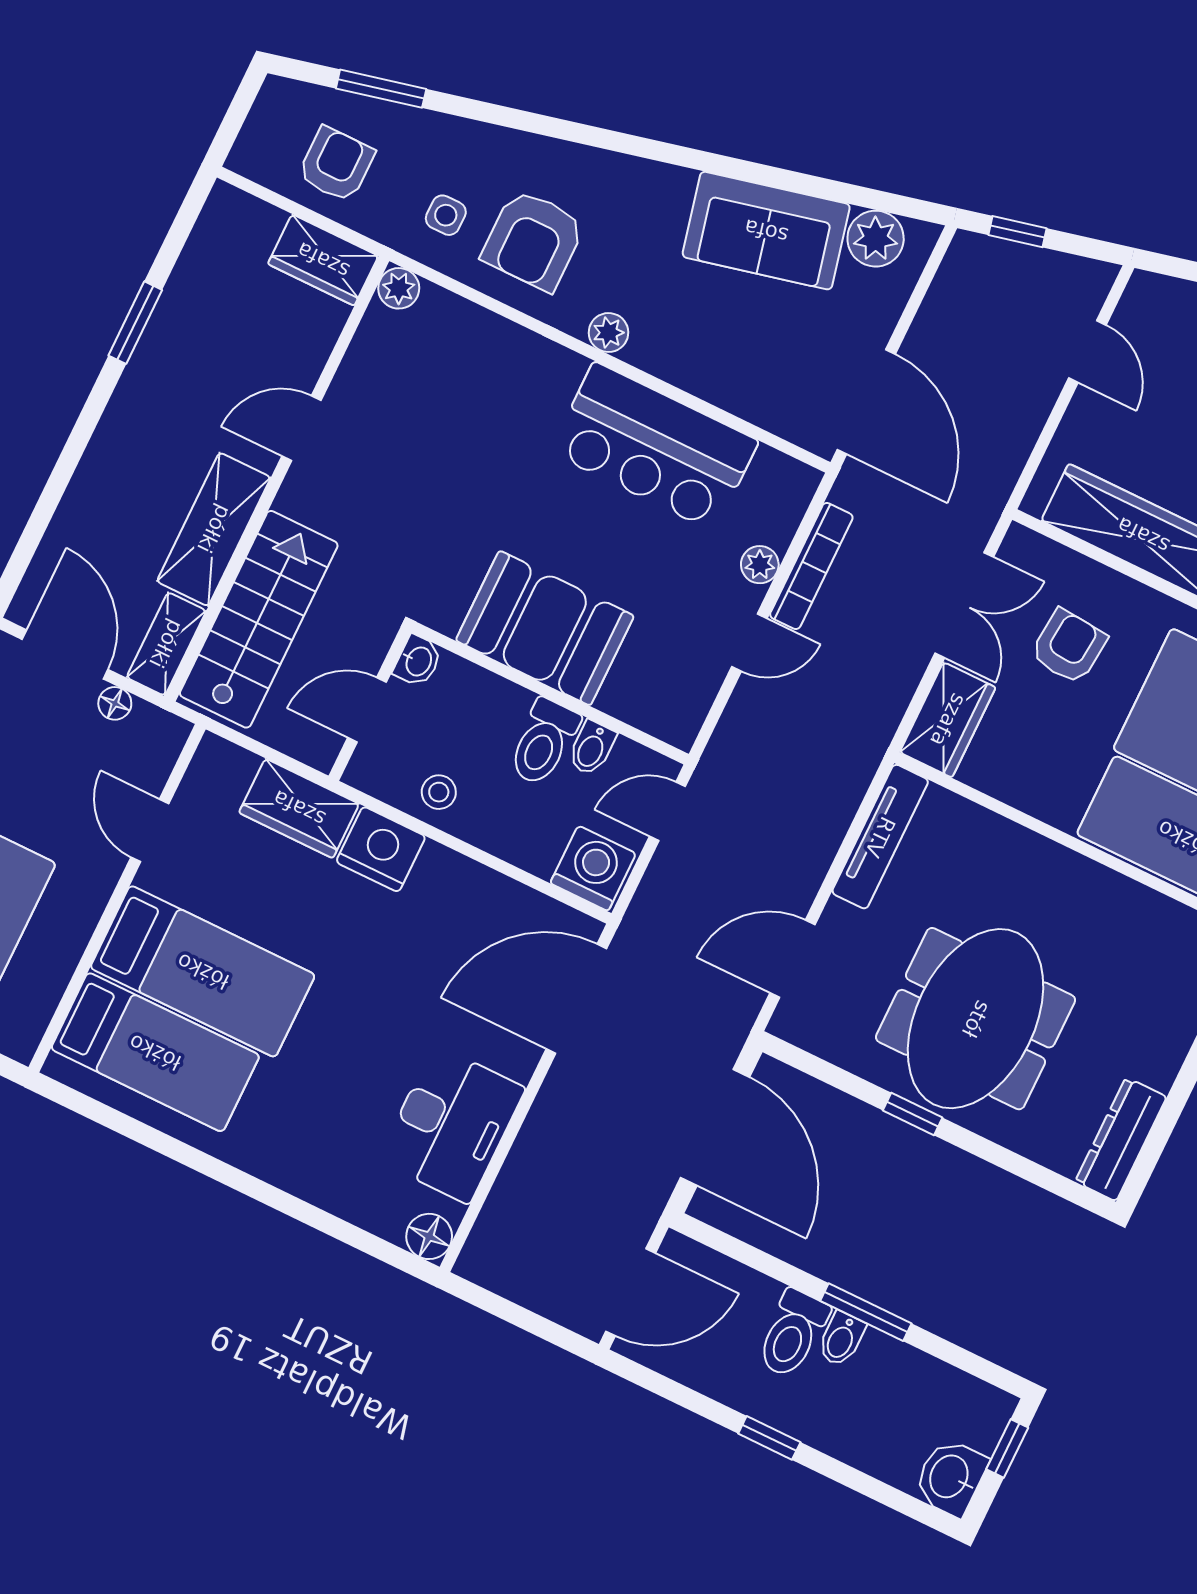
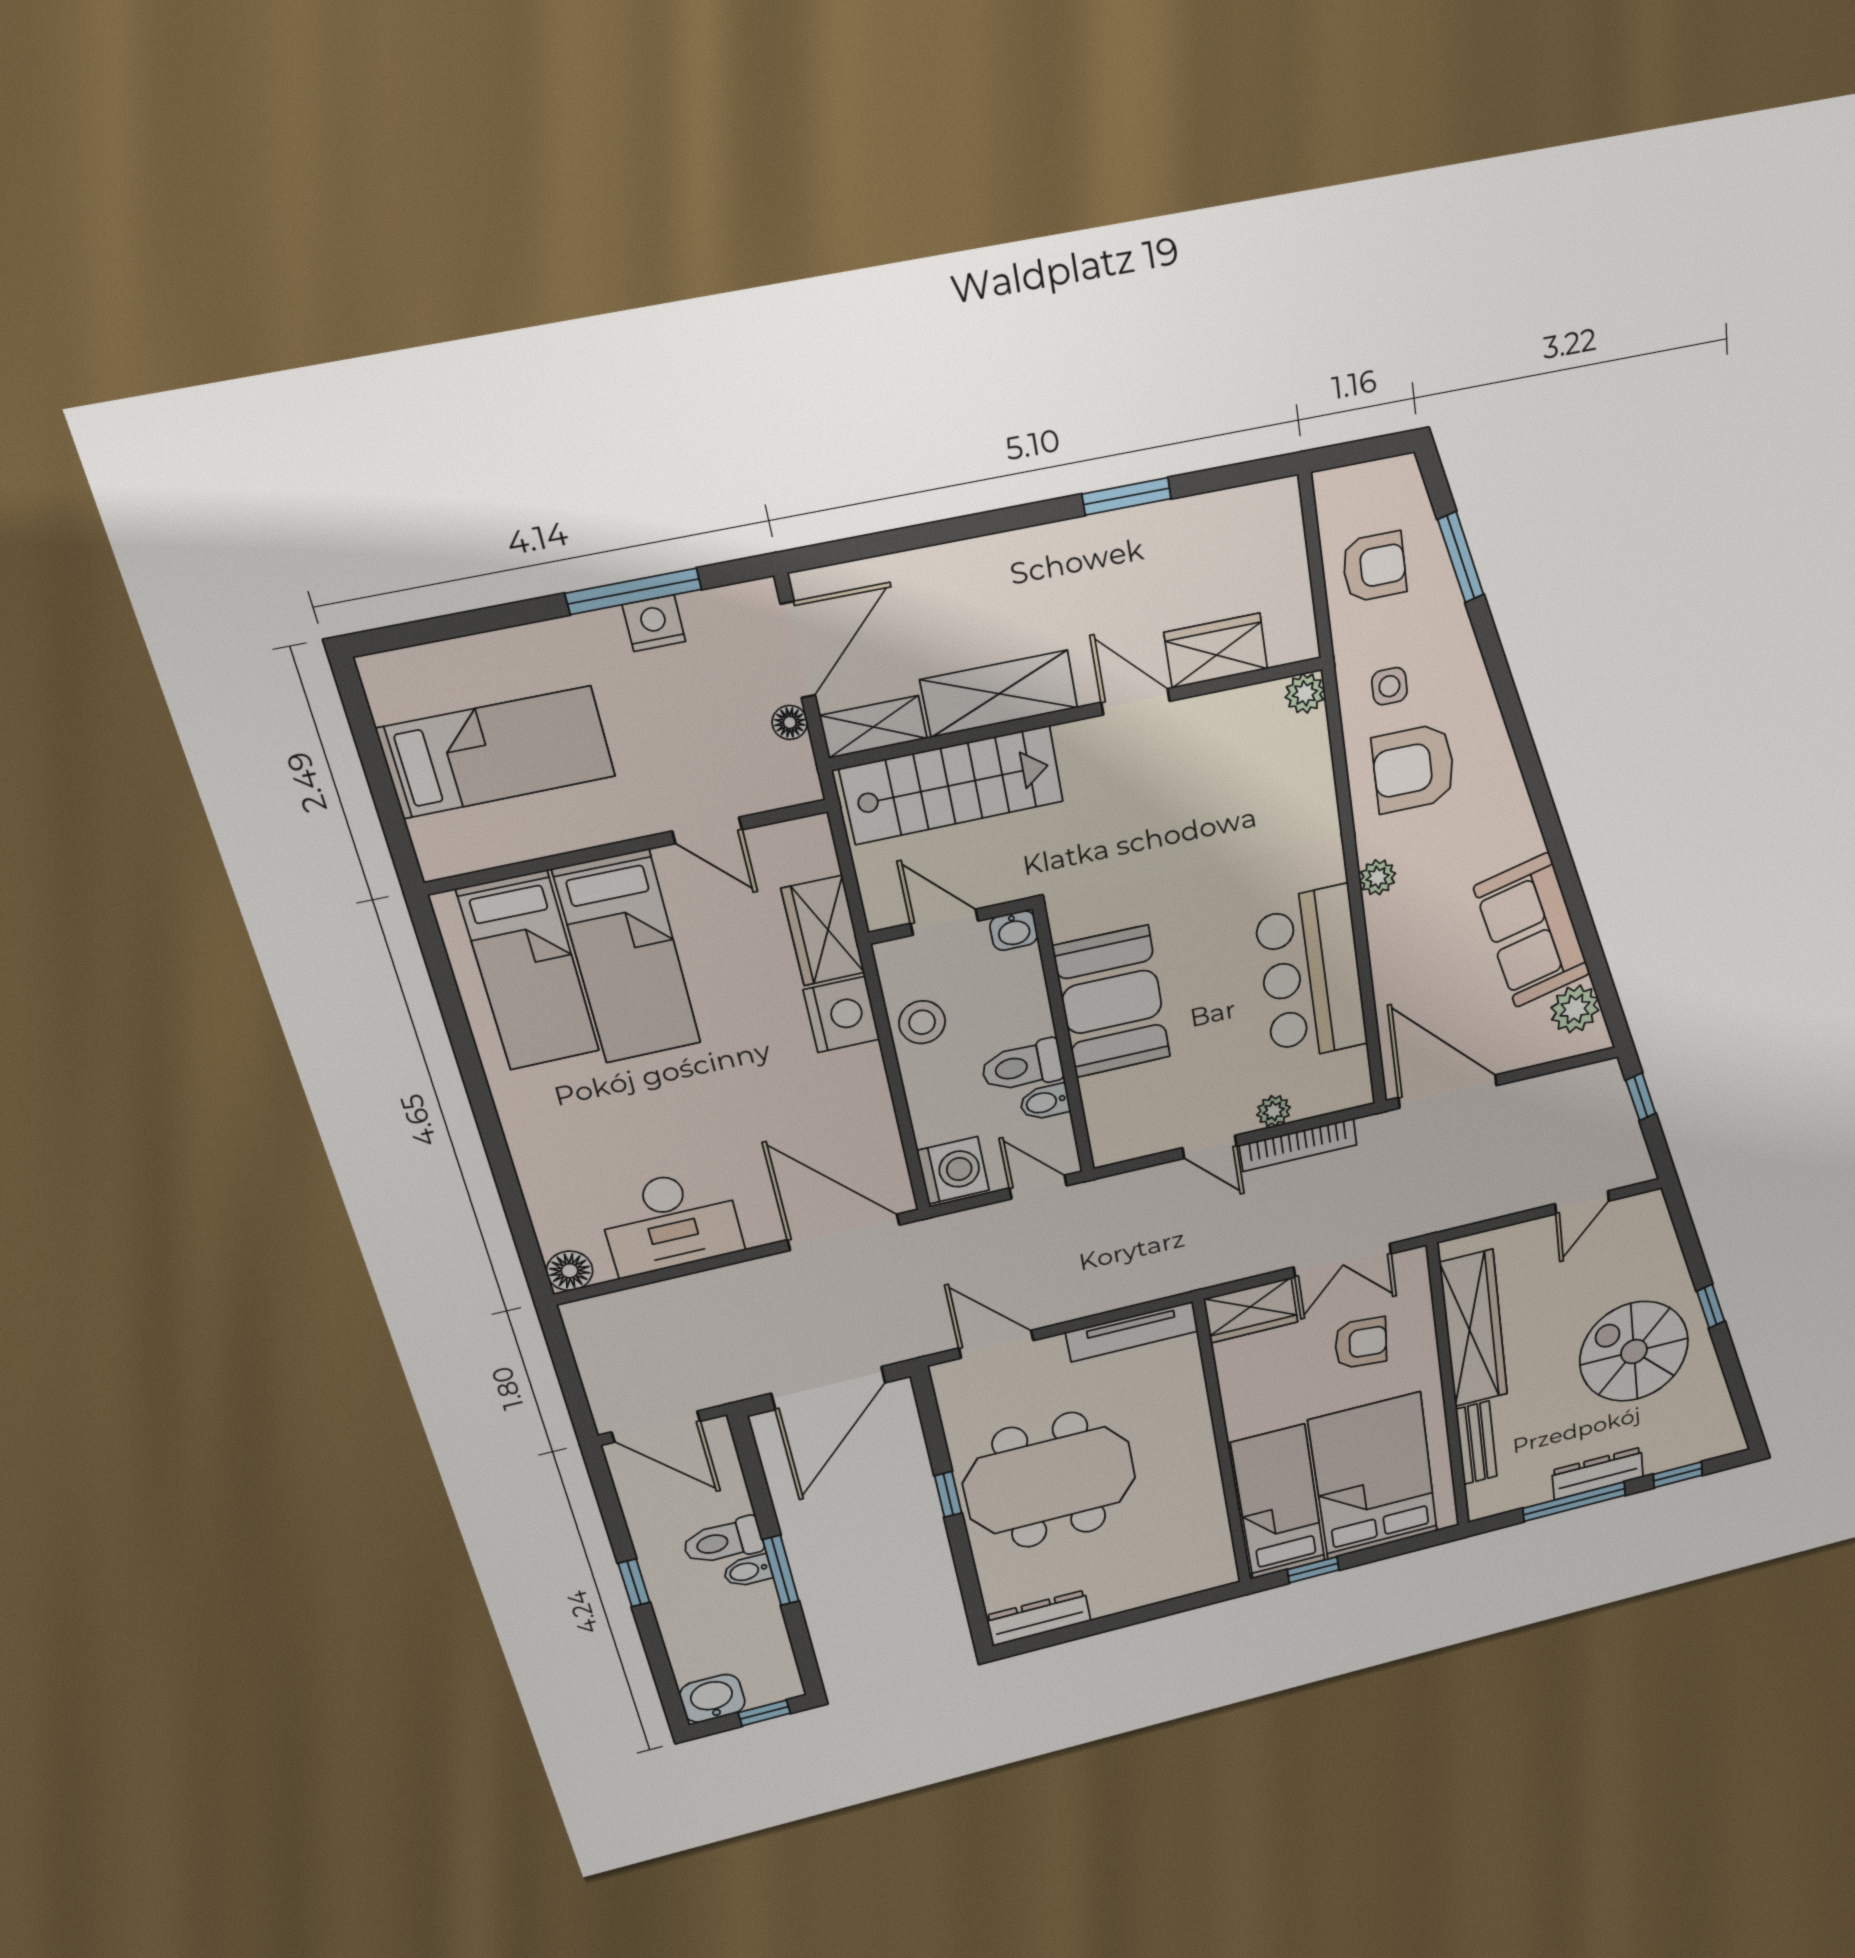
wardrobe: (323, 260) -> (1216, 651), moved, turned 90
door: (866, 402) -> (1448, 1091), swing flipped
stool: (439, 792) -> (922, 1022), width x1.37, depth x1.37
door: (150, 830) -> (707, 830), swing flipped

